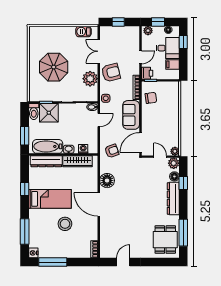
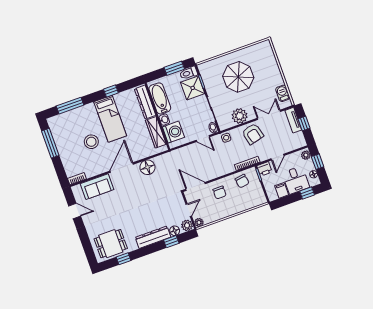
tv unit: (112, 31) -> (293, 120), added
door: (141, 57) -> (277, 157), hinge flipped
sofa: (131, 115) -> (97, 187), moved, turned 180
chair: (154, 122) -> (220, 193), added
window: (25, 136) -> (174, 68), moved
washing machine: (83, 149) -> (173, 132), width x1.89, depth x1.89
armchair: (112, 151) -> (178, 162), removed
window: (183, 233) -> (124, 259), width x0.46
nightstand: (33, 253) -> (52, 121), removed

